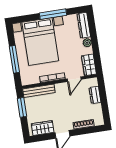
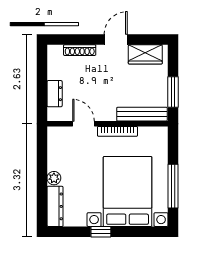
window: (53, 14) -> (101, 232), width x0.46
window: (14, 59) -> (173, 186), moved
wardrobe: (89, 65) -> (57, 143), removed
door: (74, 79) -> (83, 124), hinge flipped

